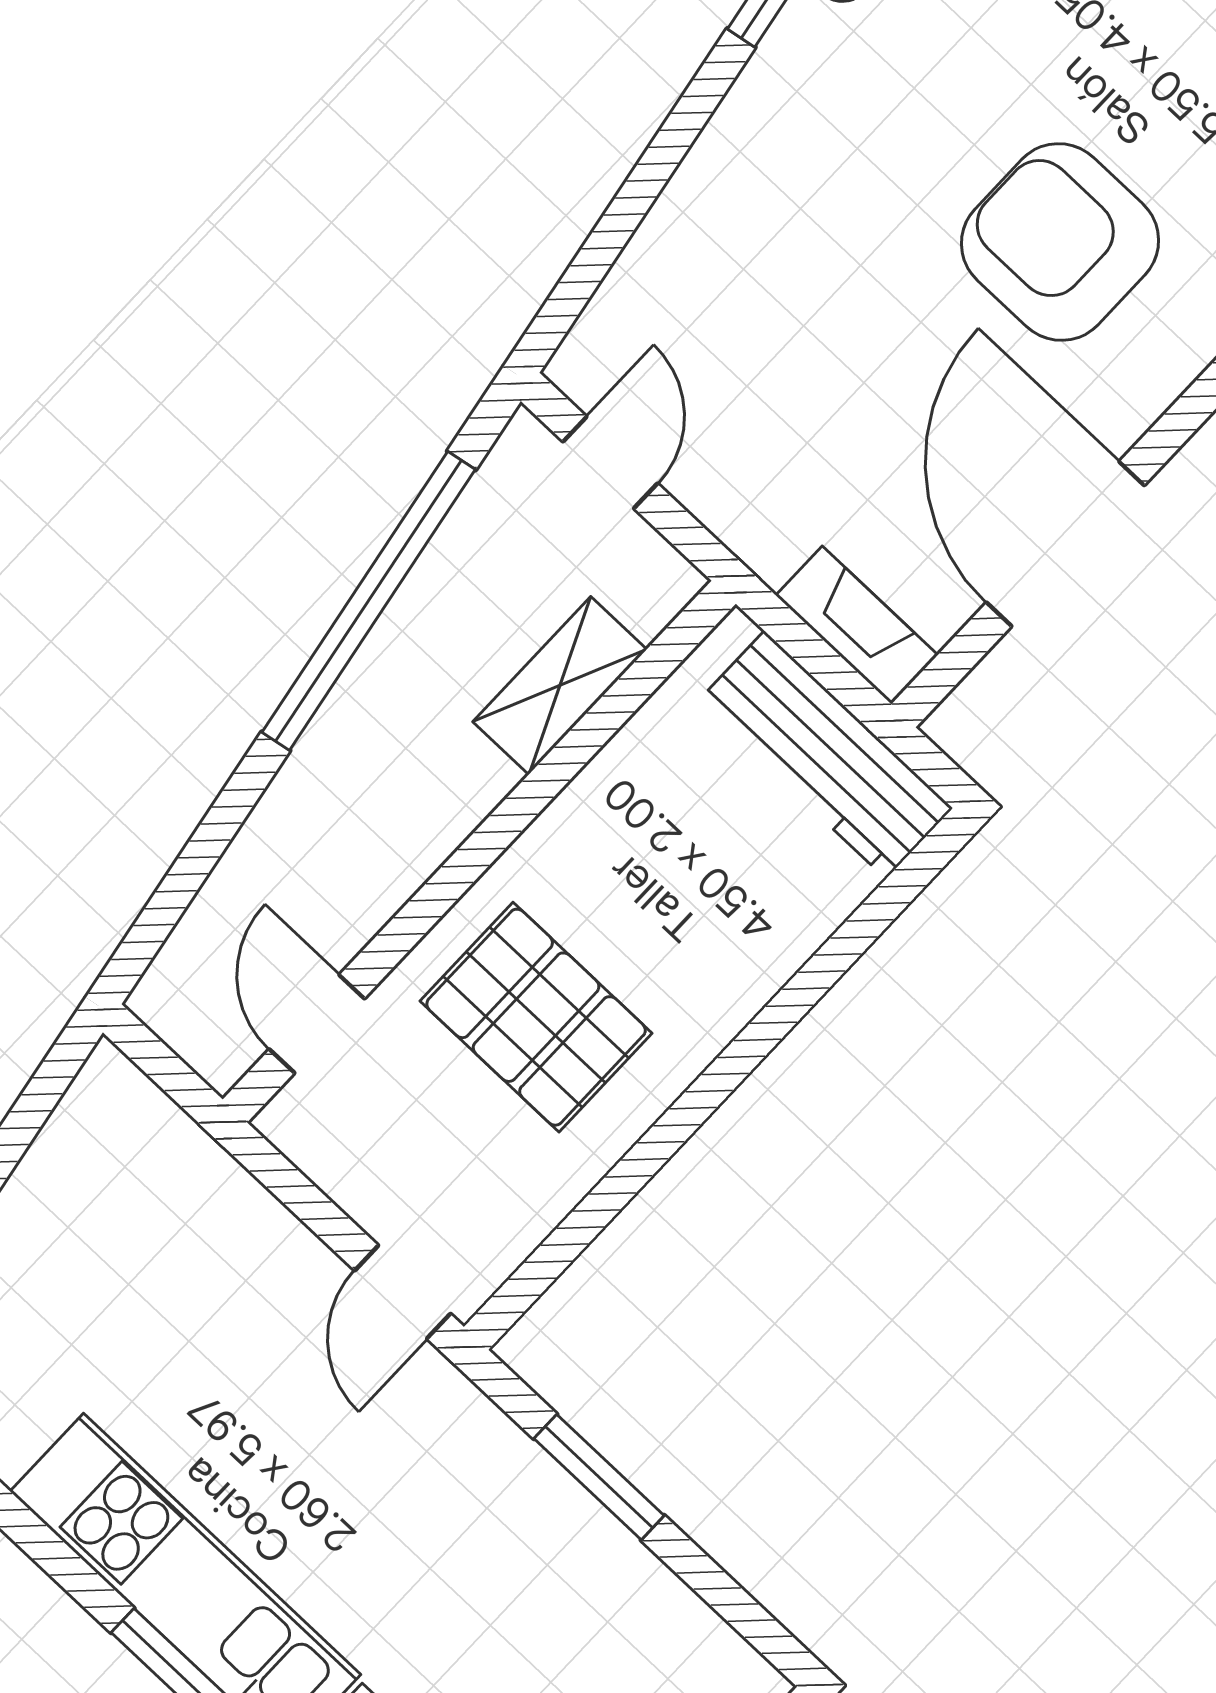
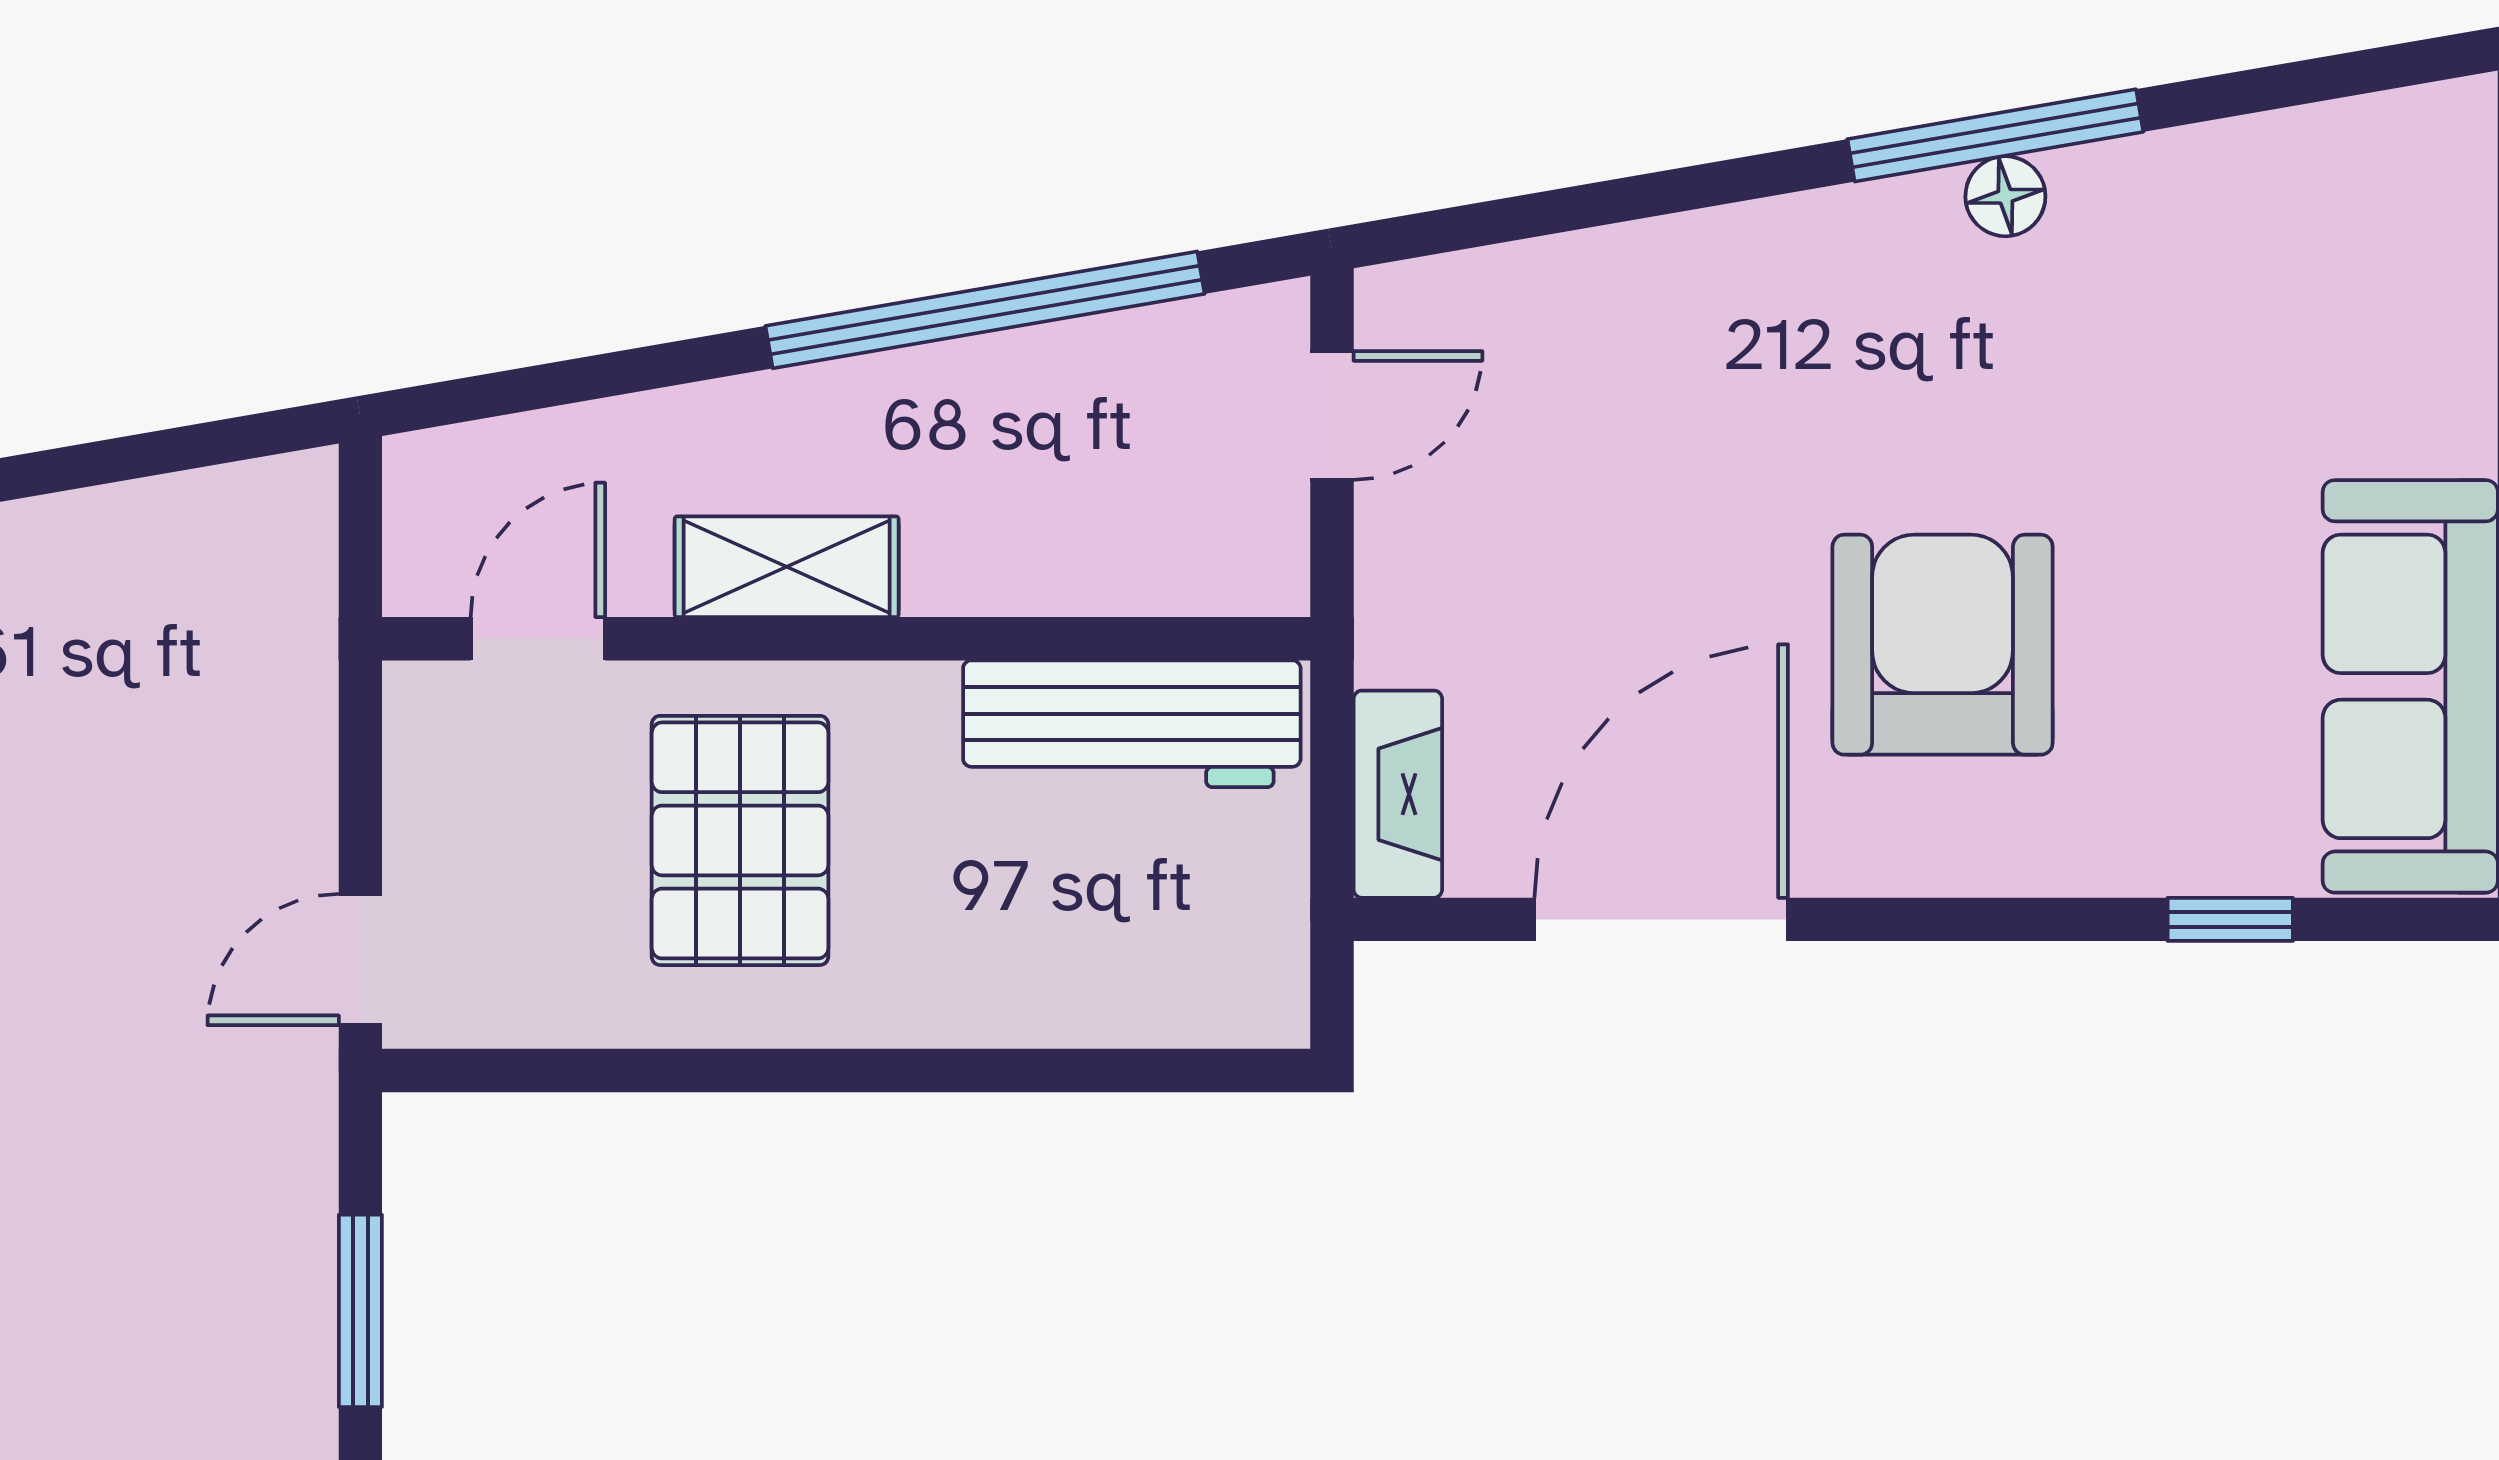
shelving: (560, 686) -> (787, 567), moved
workbench: (825, 755) -> (1132, 724), moved, turned -90

